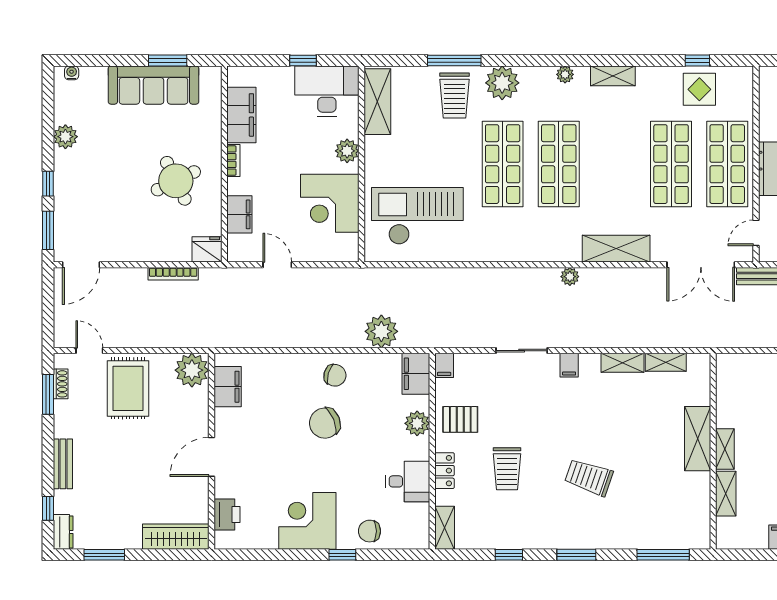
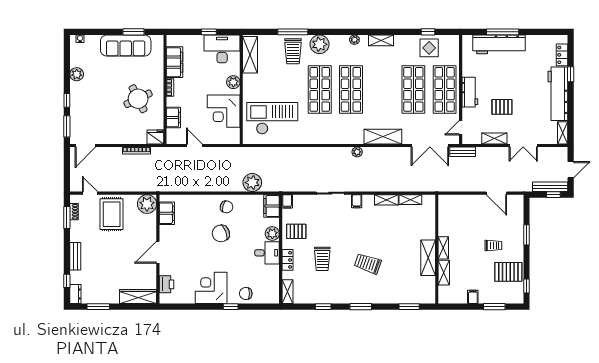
shelving: (698, 439) -> (428, 258), moved
desk: (408, 481) -> (267, 253), moved
window: (663, 555) -> (409, 307), width x0.69

